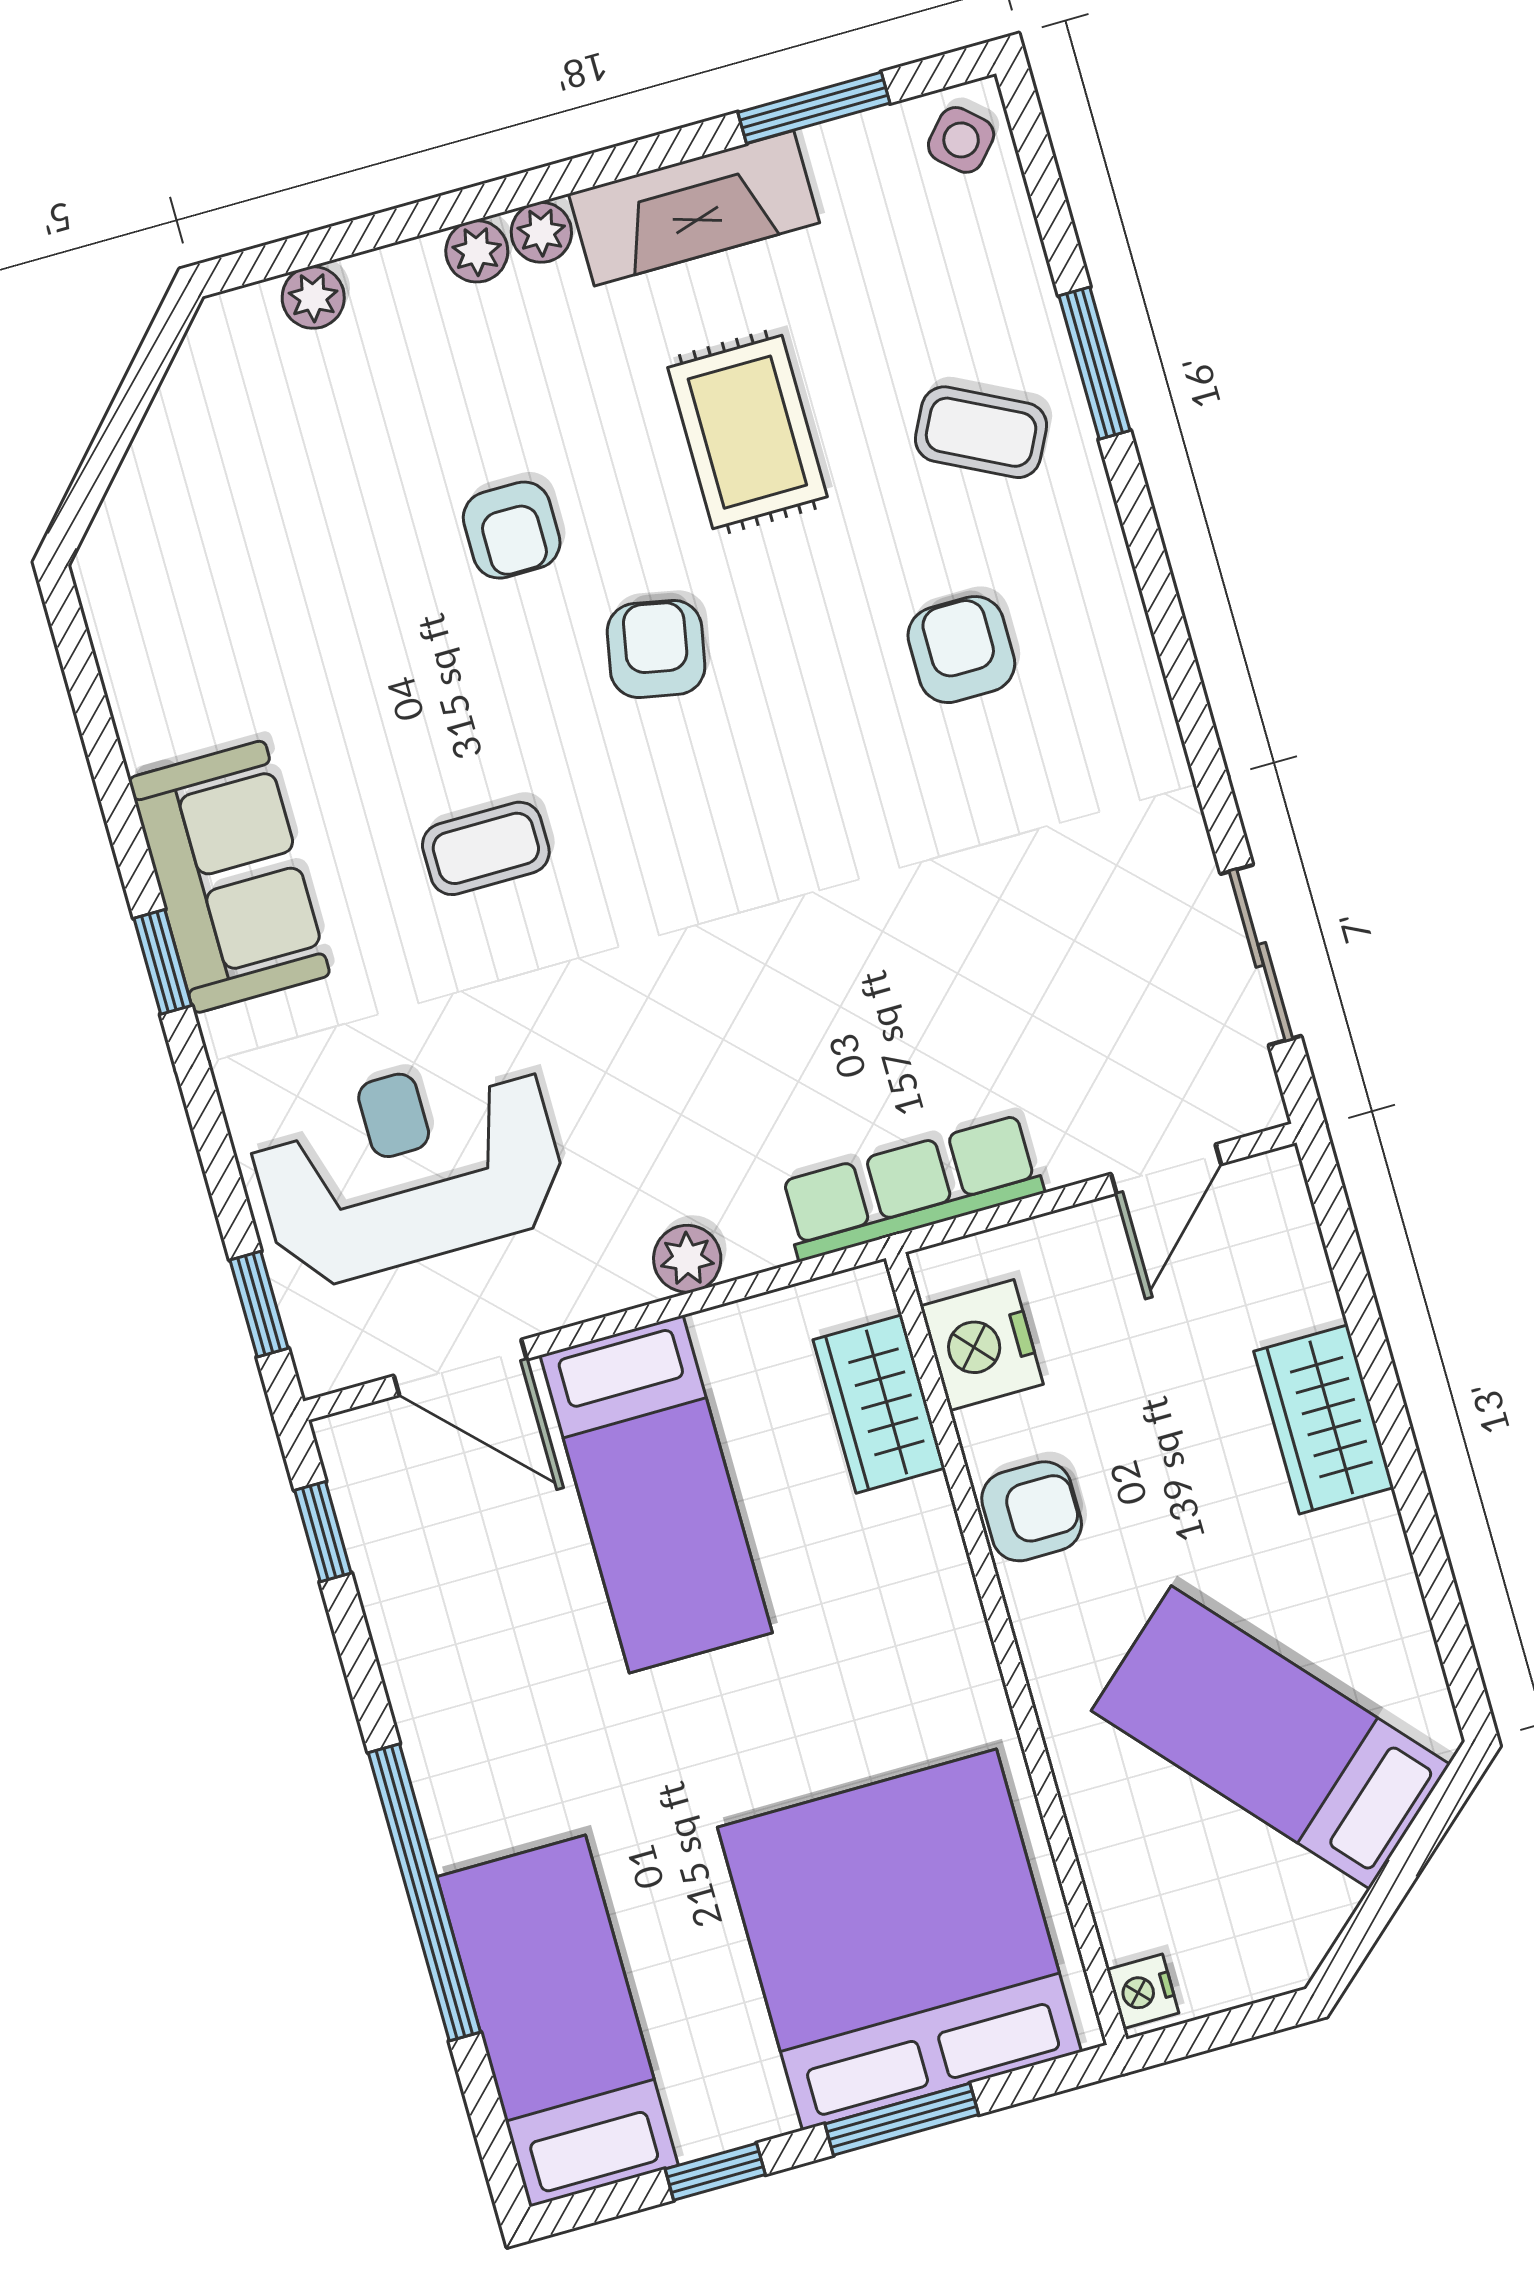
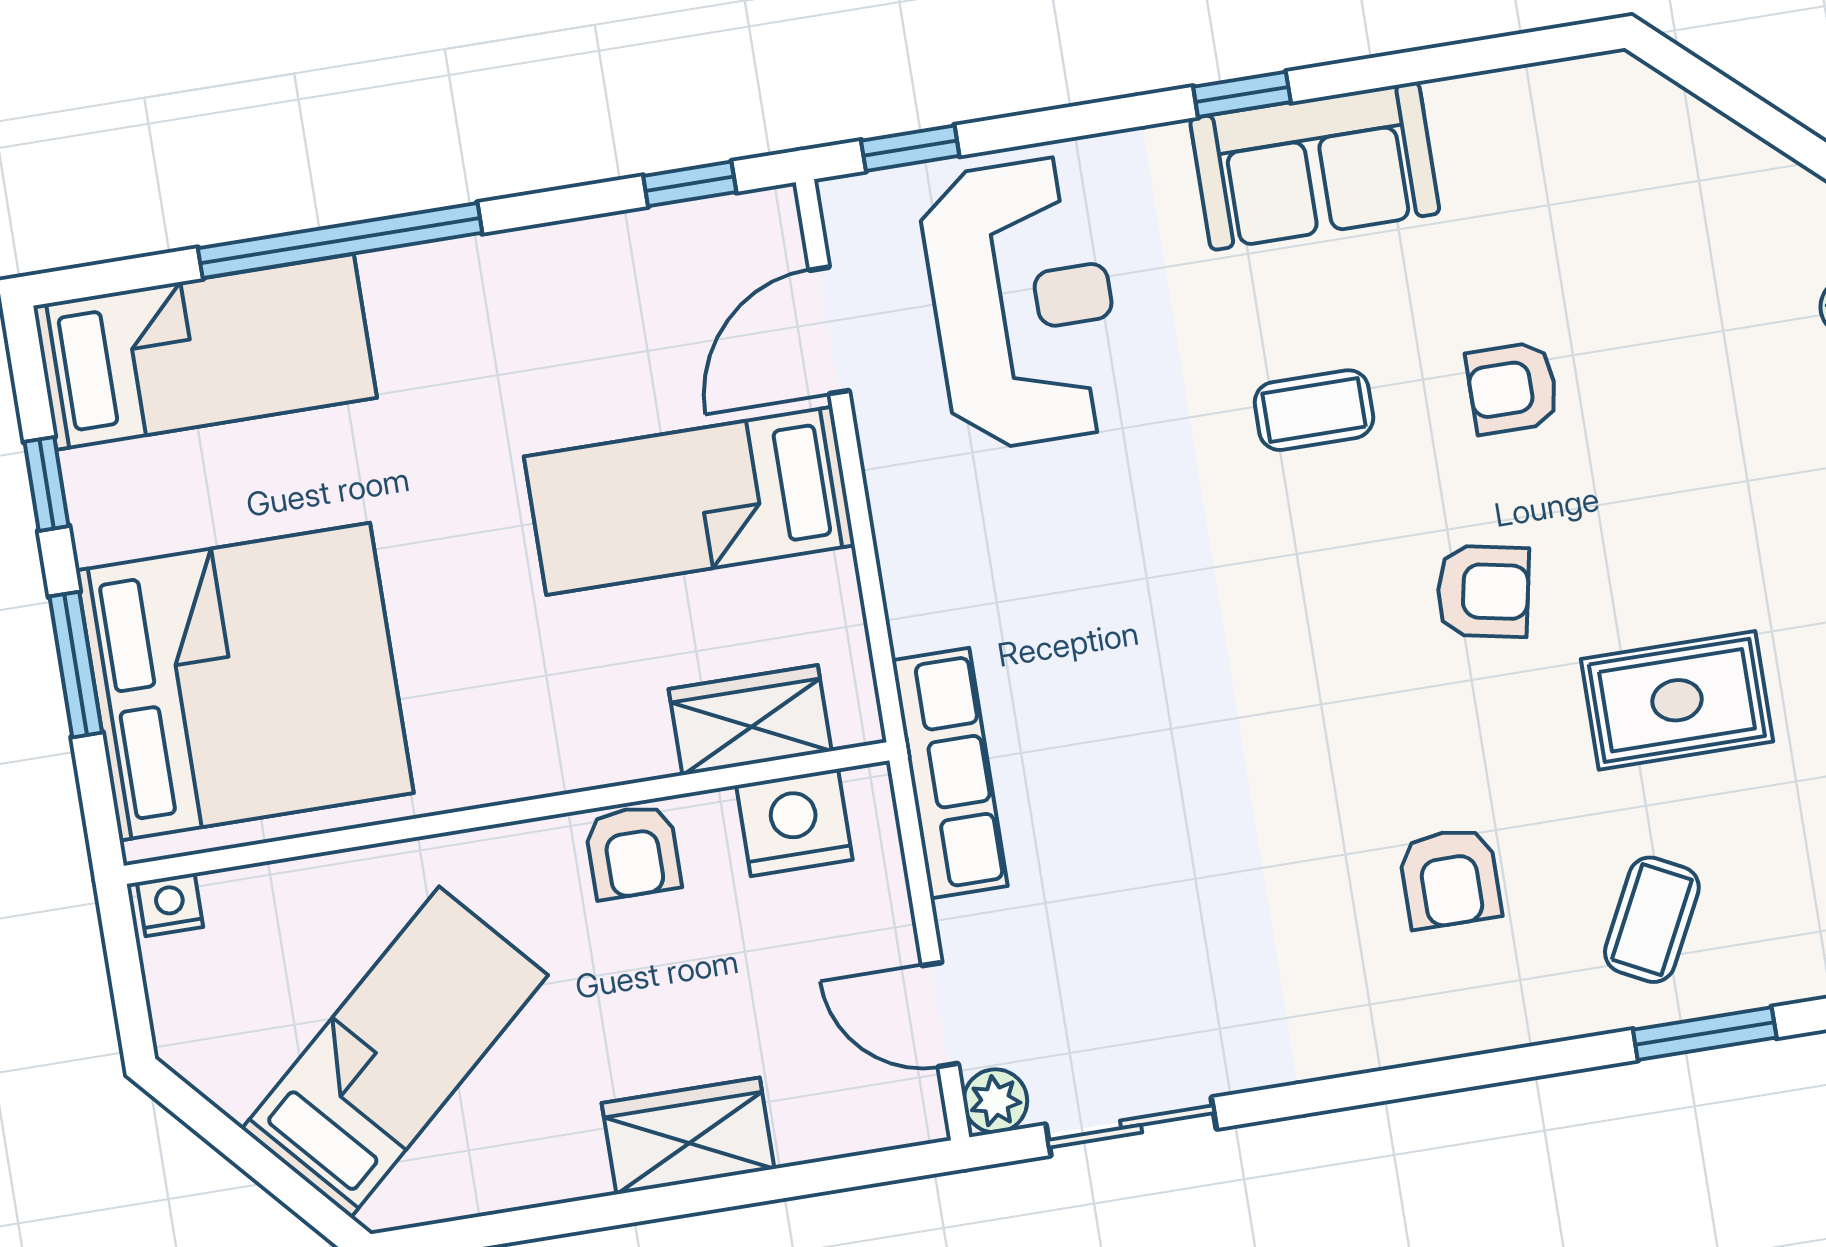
armchair: (512, 530) -> (1512, 388), moved
armchair: (961, 650) -> (1450, 878), turned 90
coffee table: (486, 848) -> (1314, 410), turned 90
plant: (687, 1259) -> (995, 1101), moved

